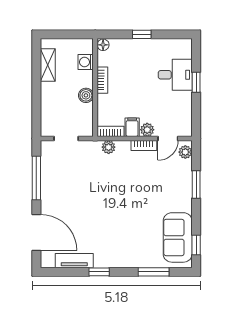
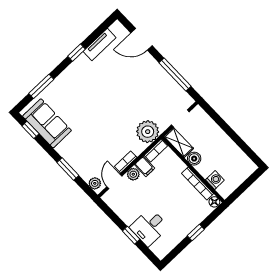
shelving: (48, 65) -> (179, 142), moved
bookcase: (102, 80) -> (198, 183), width x1.56
plant: (109, 147) -> (148, 132), width x1.87, depth x1.87
door: (36, 232) -> (141, 39), width x0.73

